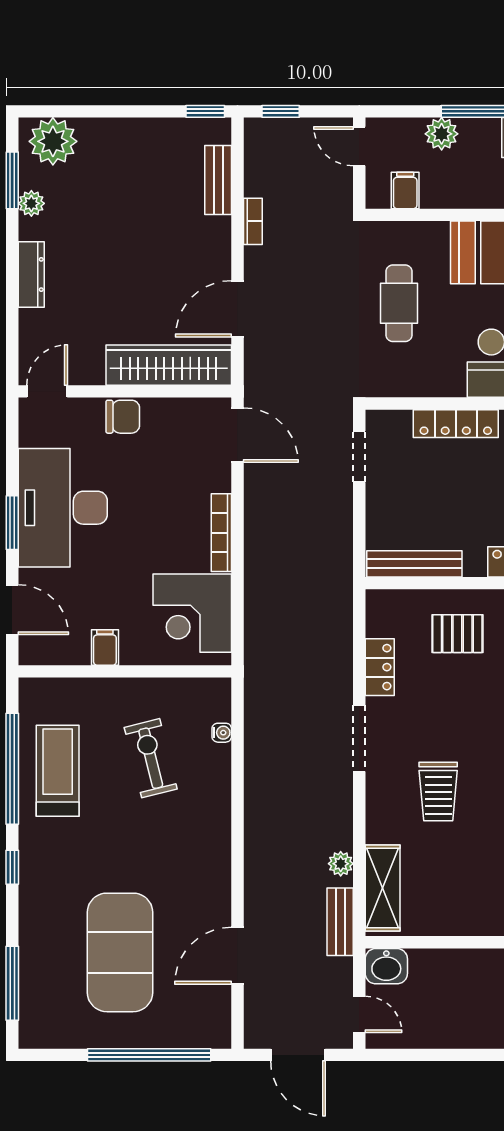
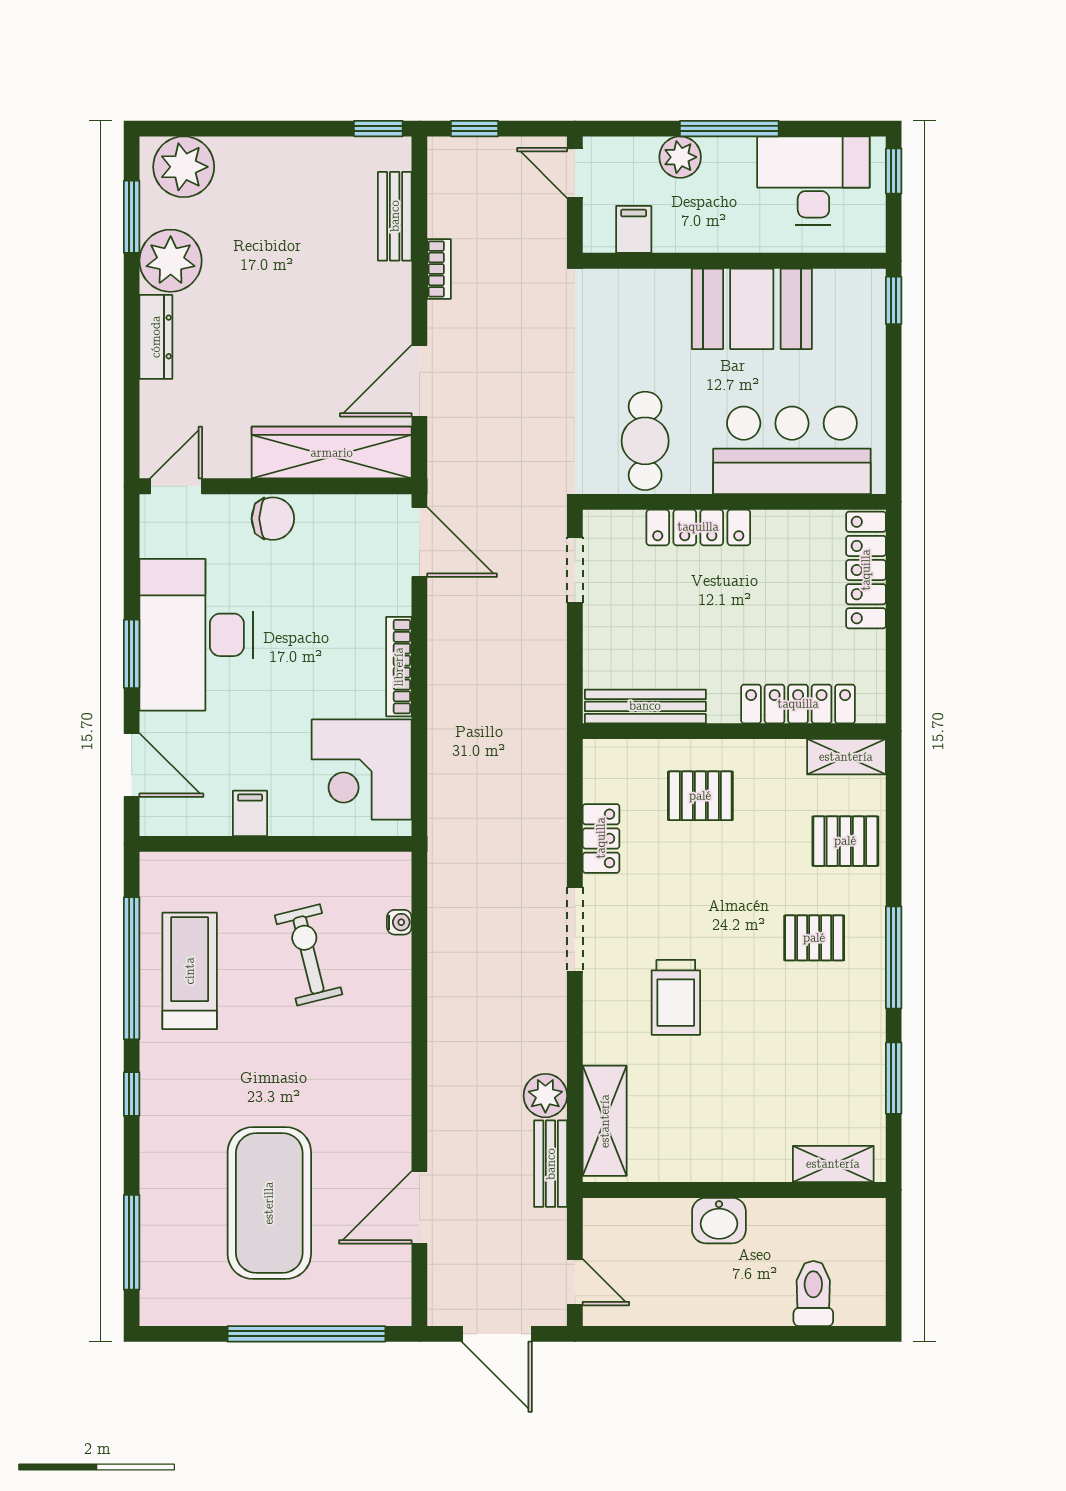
plant: (31, 203) -> (171, 261), width x1.88, depth x1.88
cafe table: (399, 303) -> (645, 441), moved
plant: (341, 864) -> (545, 1096), width x1.38, depth x1.38
washbasin: (386, 966) -> (719, 1221), moved

